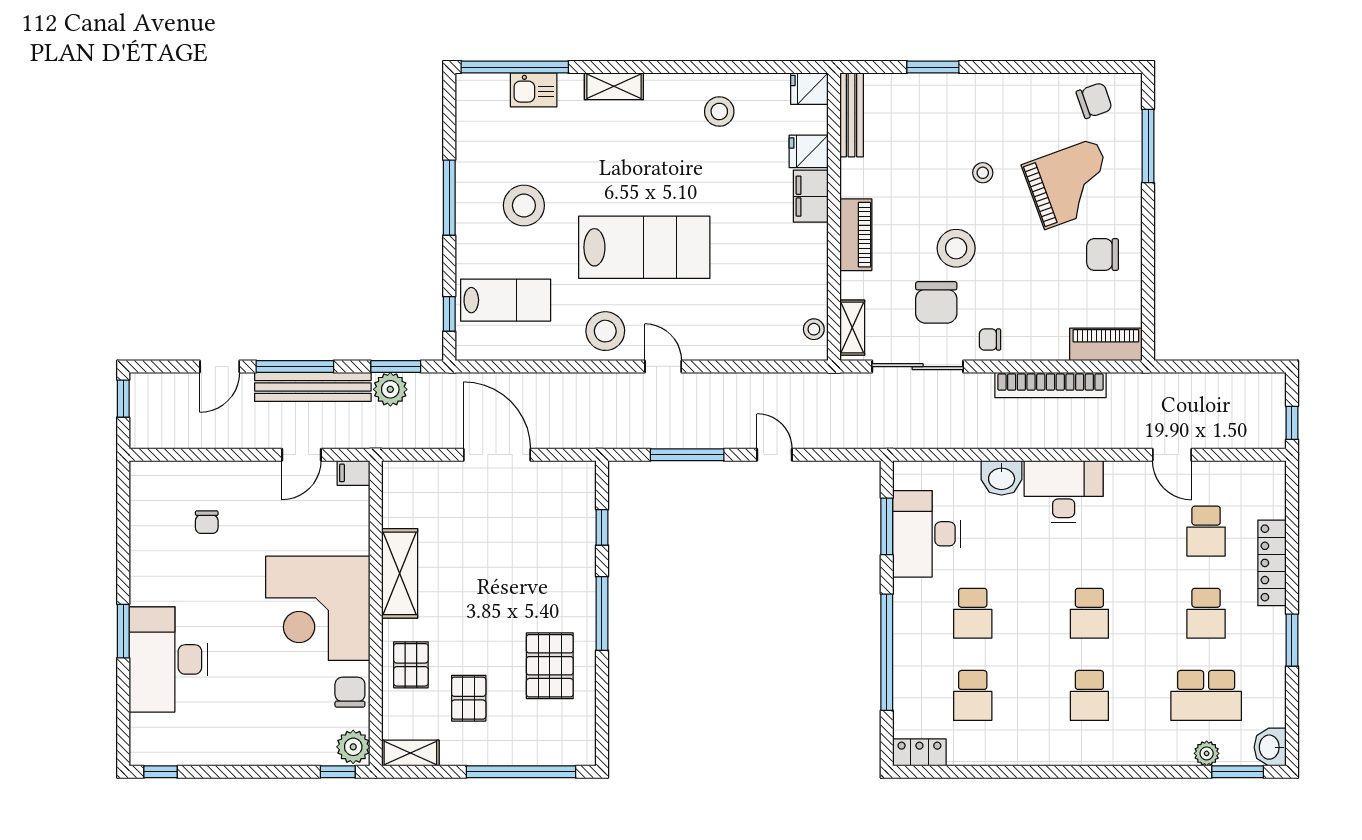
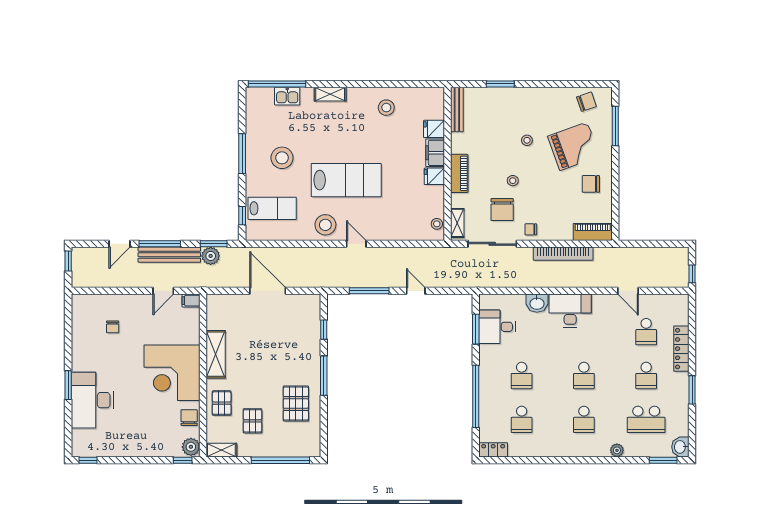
fridge: (809, 89) -> (434, 176), moved
stool: (956, 248) -> (513, 181), width x0.53, depth x0.53
desk: (927, 534) -> (497, 327), width x0.73
plant: (1207, 753) -> (617, 450), moved

